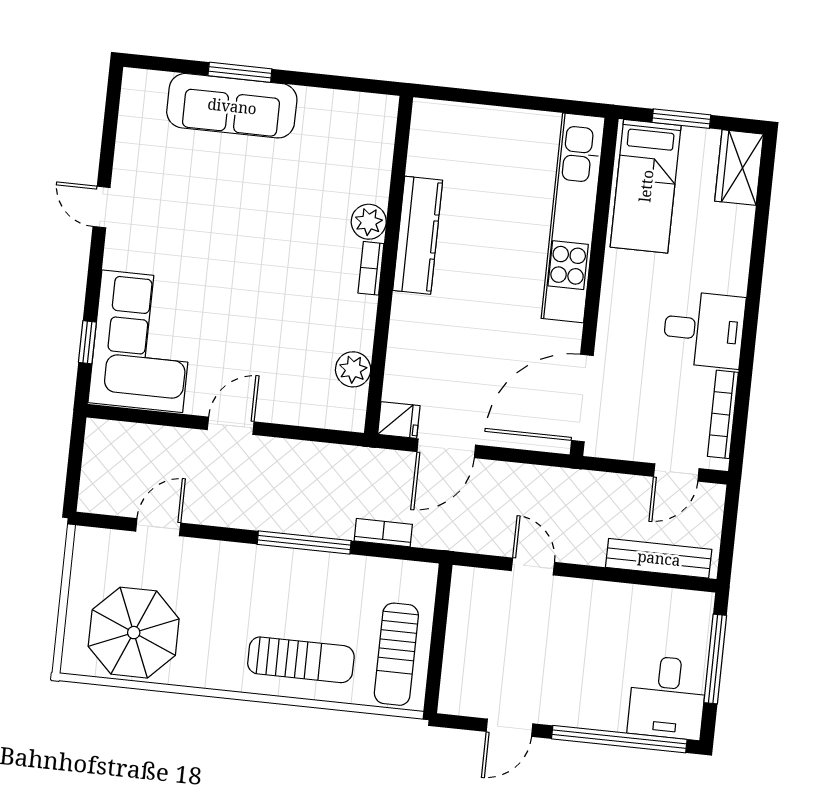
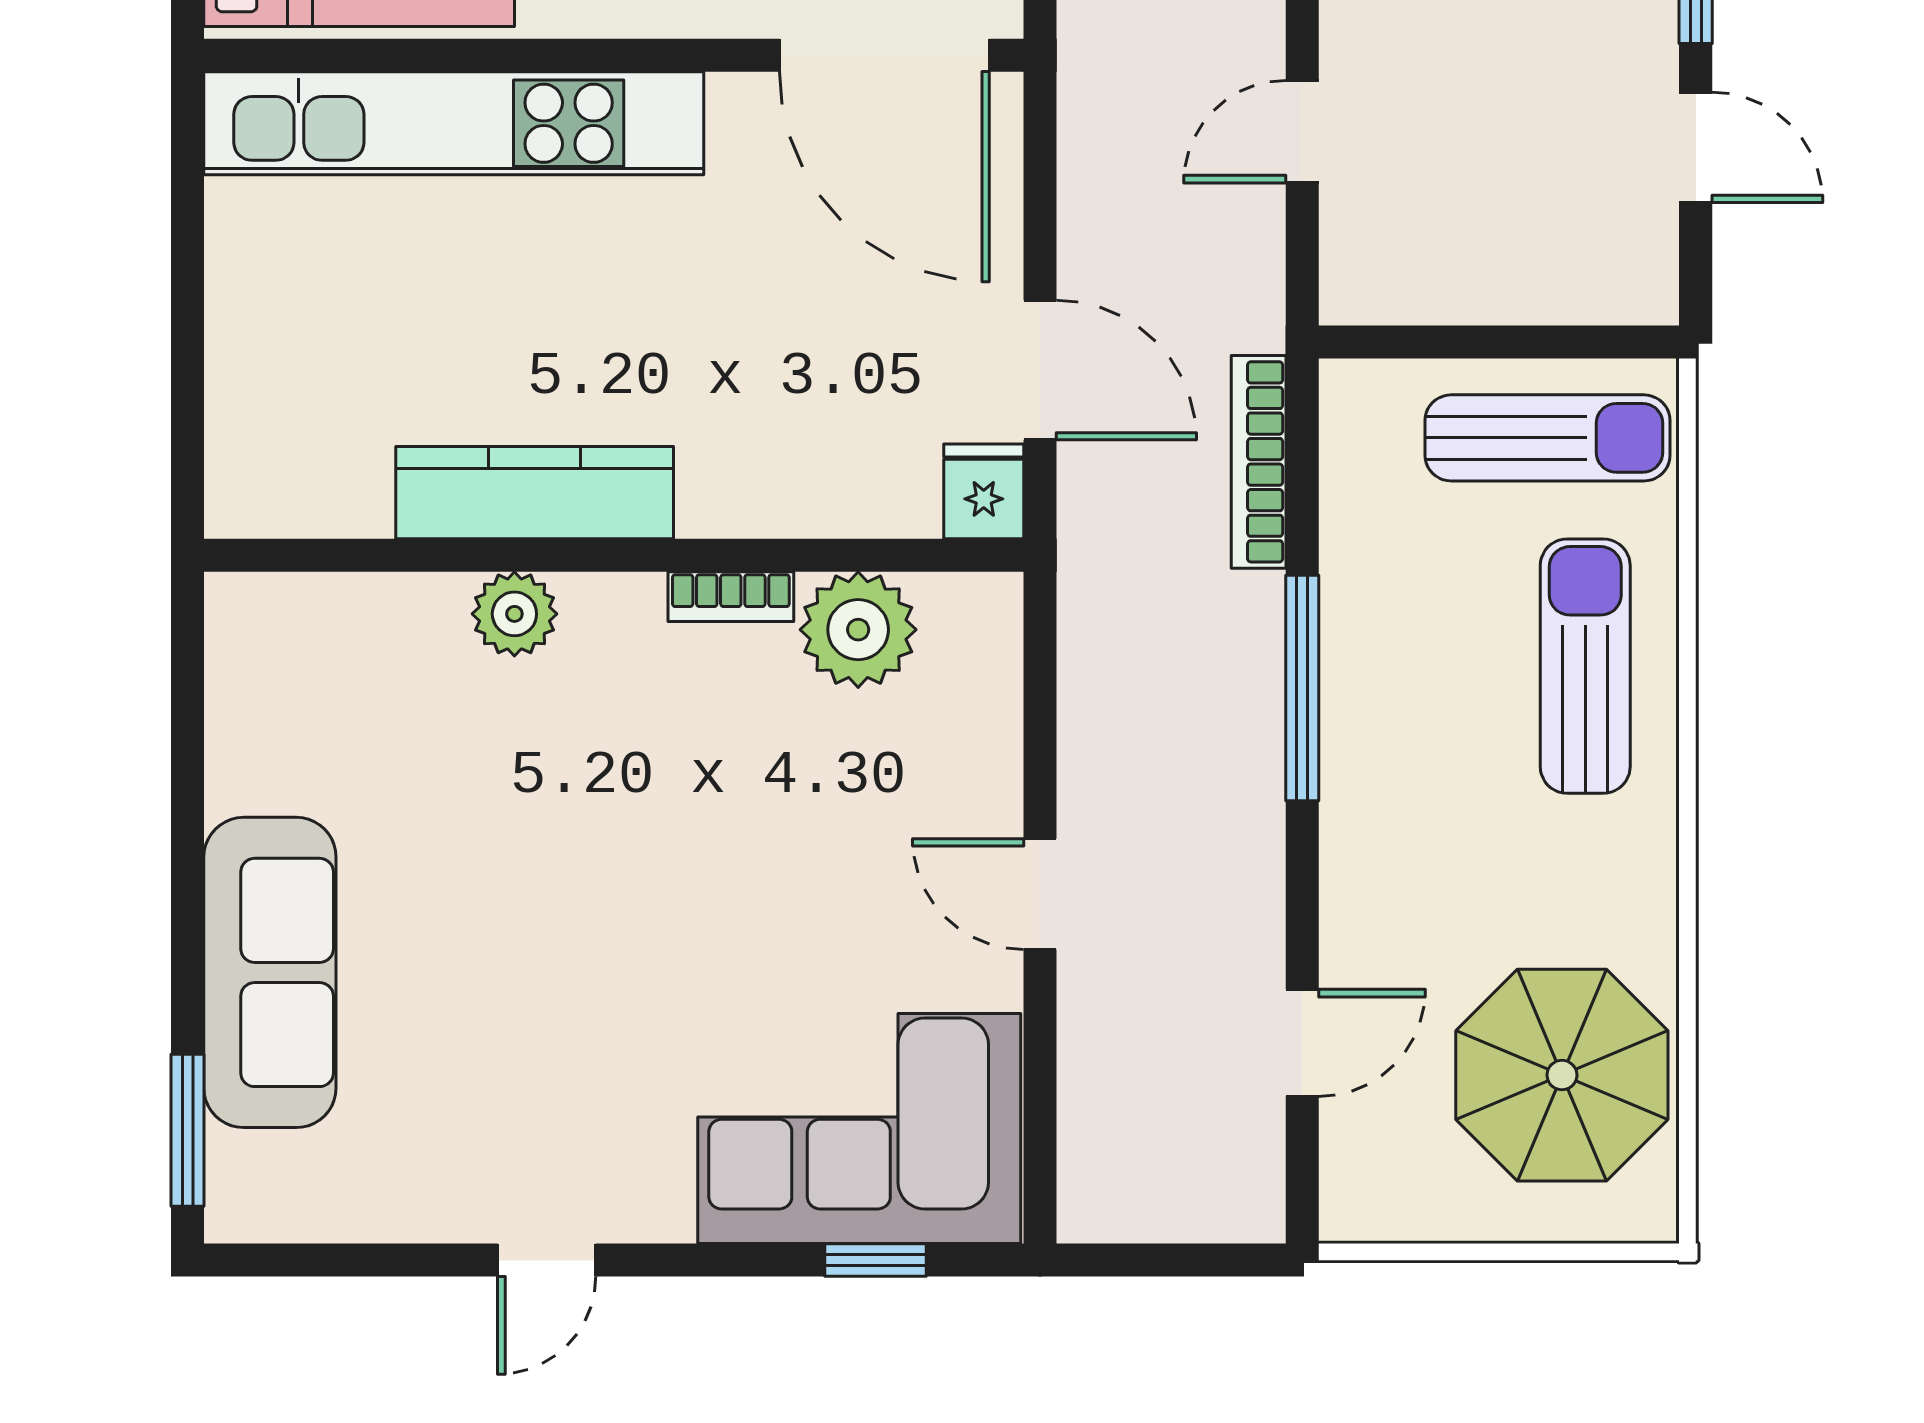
window: (240, 72) -> (188, 1130), moved
bookcase: (371, 268) -> (731, 597), moved
plant: (353, 369) -> (858, 630), width x1.36, depth x1.36
door: (158, 527) -> (1302, 1043), swing flipped
bookcase: (383, 533) -> (1259, 462), width x1.56

